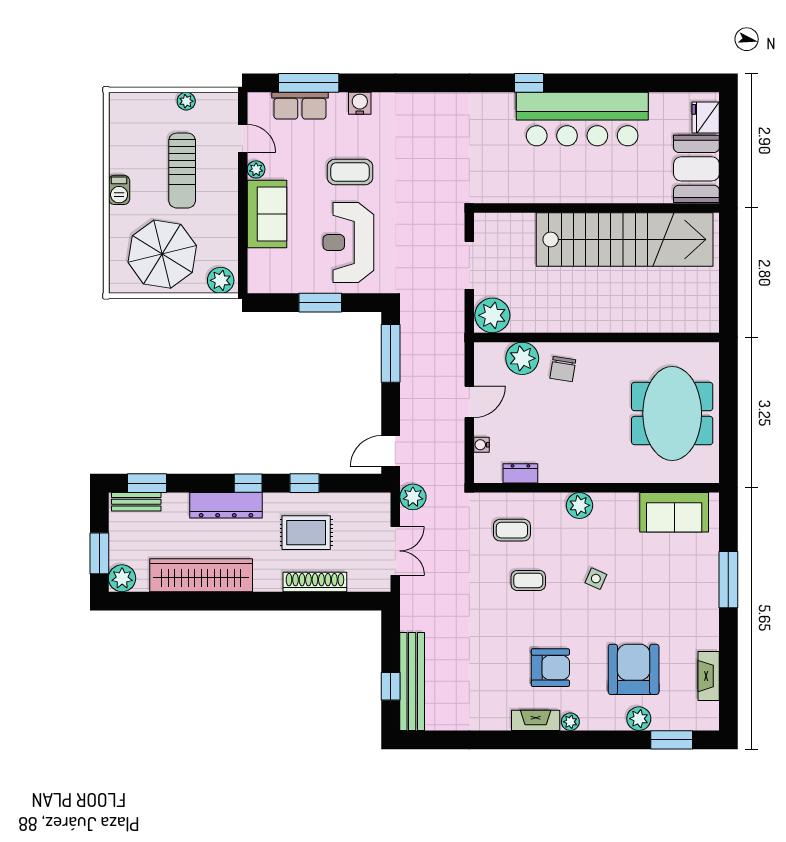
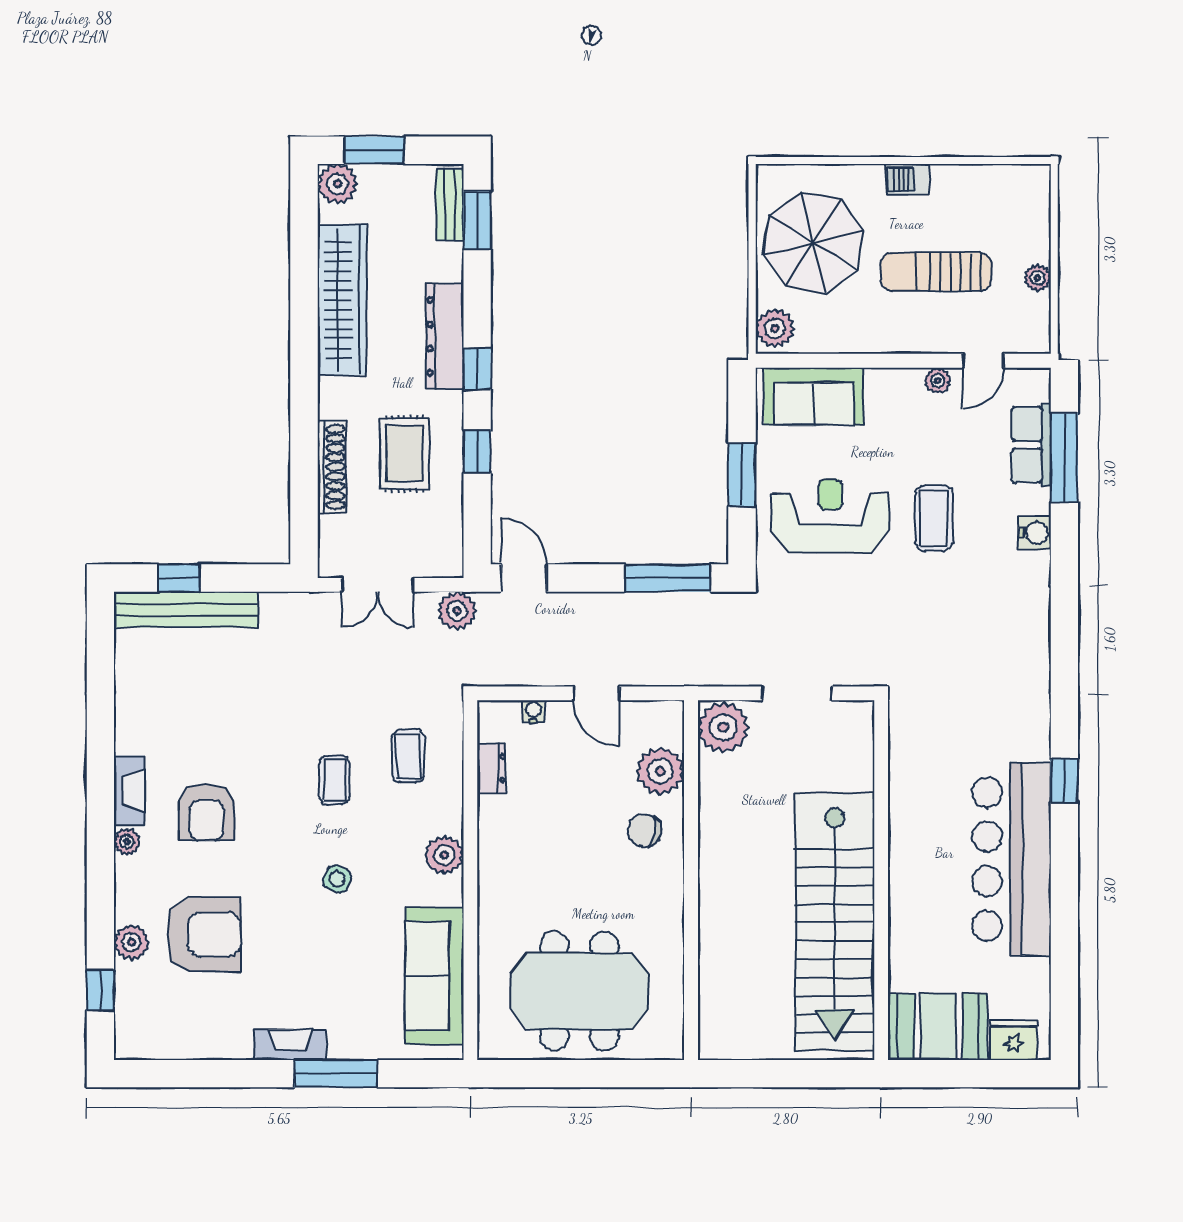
sofa: (267, 214) -> (814, 396), moved
sofa: (674, 512) -> (434, 976), width x1.36
fireplace: (709, 676) -> (290, 1045), moved
window: (672, 740) -> (100, 990), width x0.67

